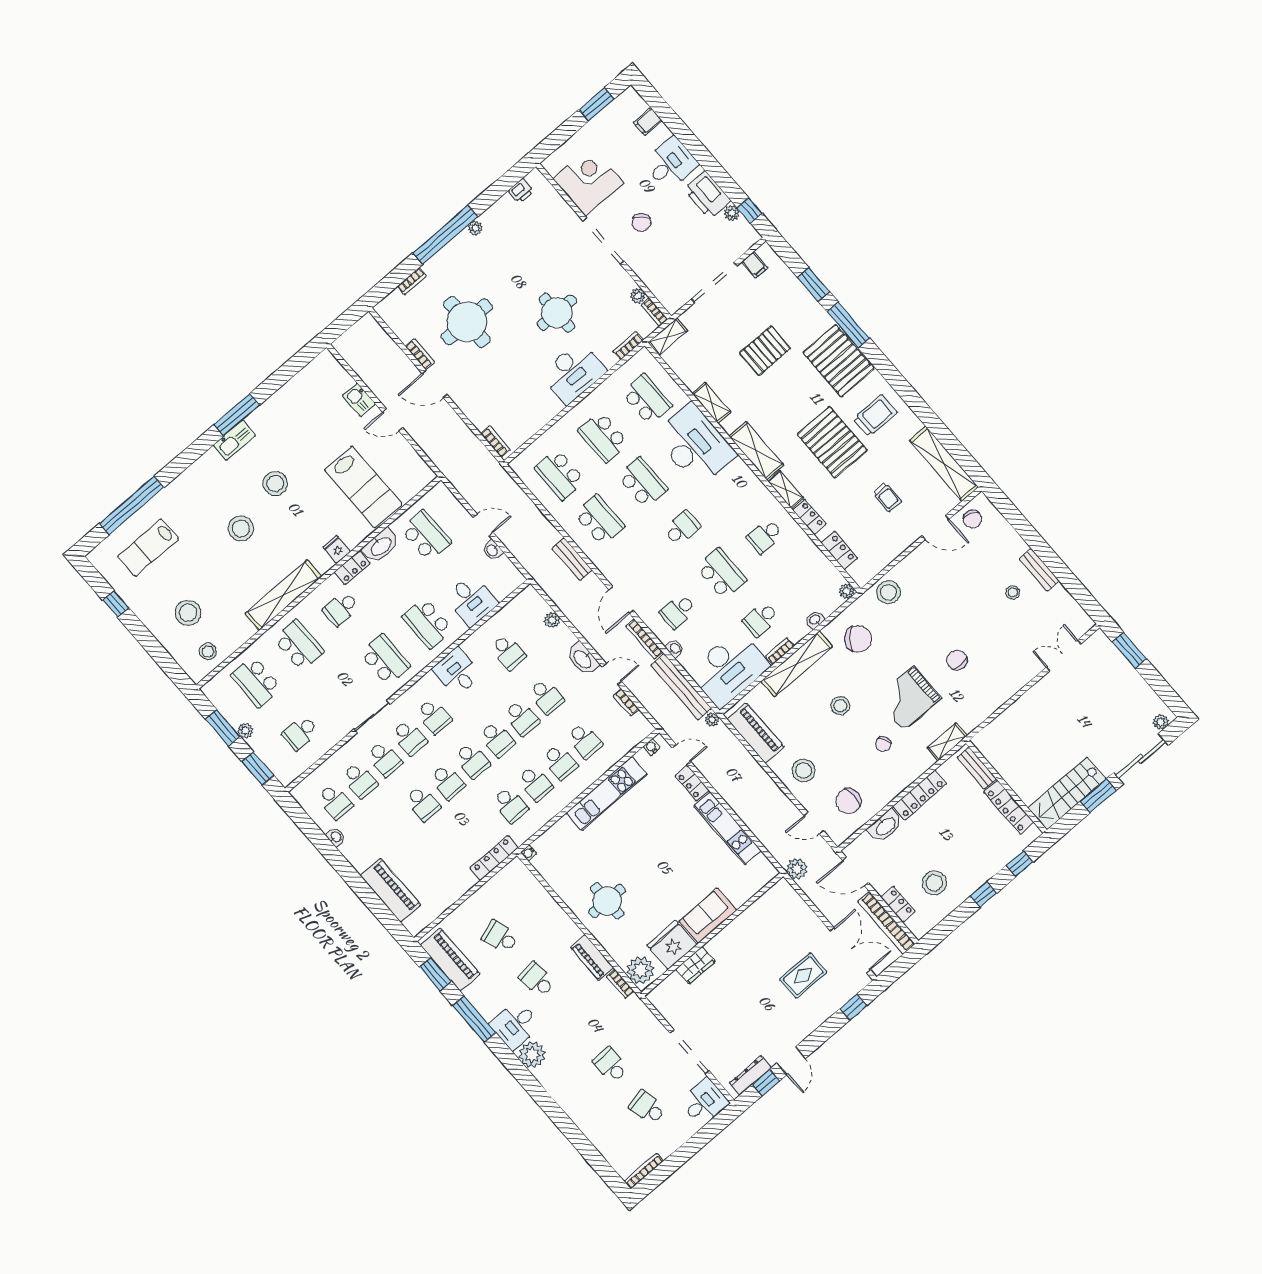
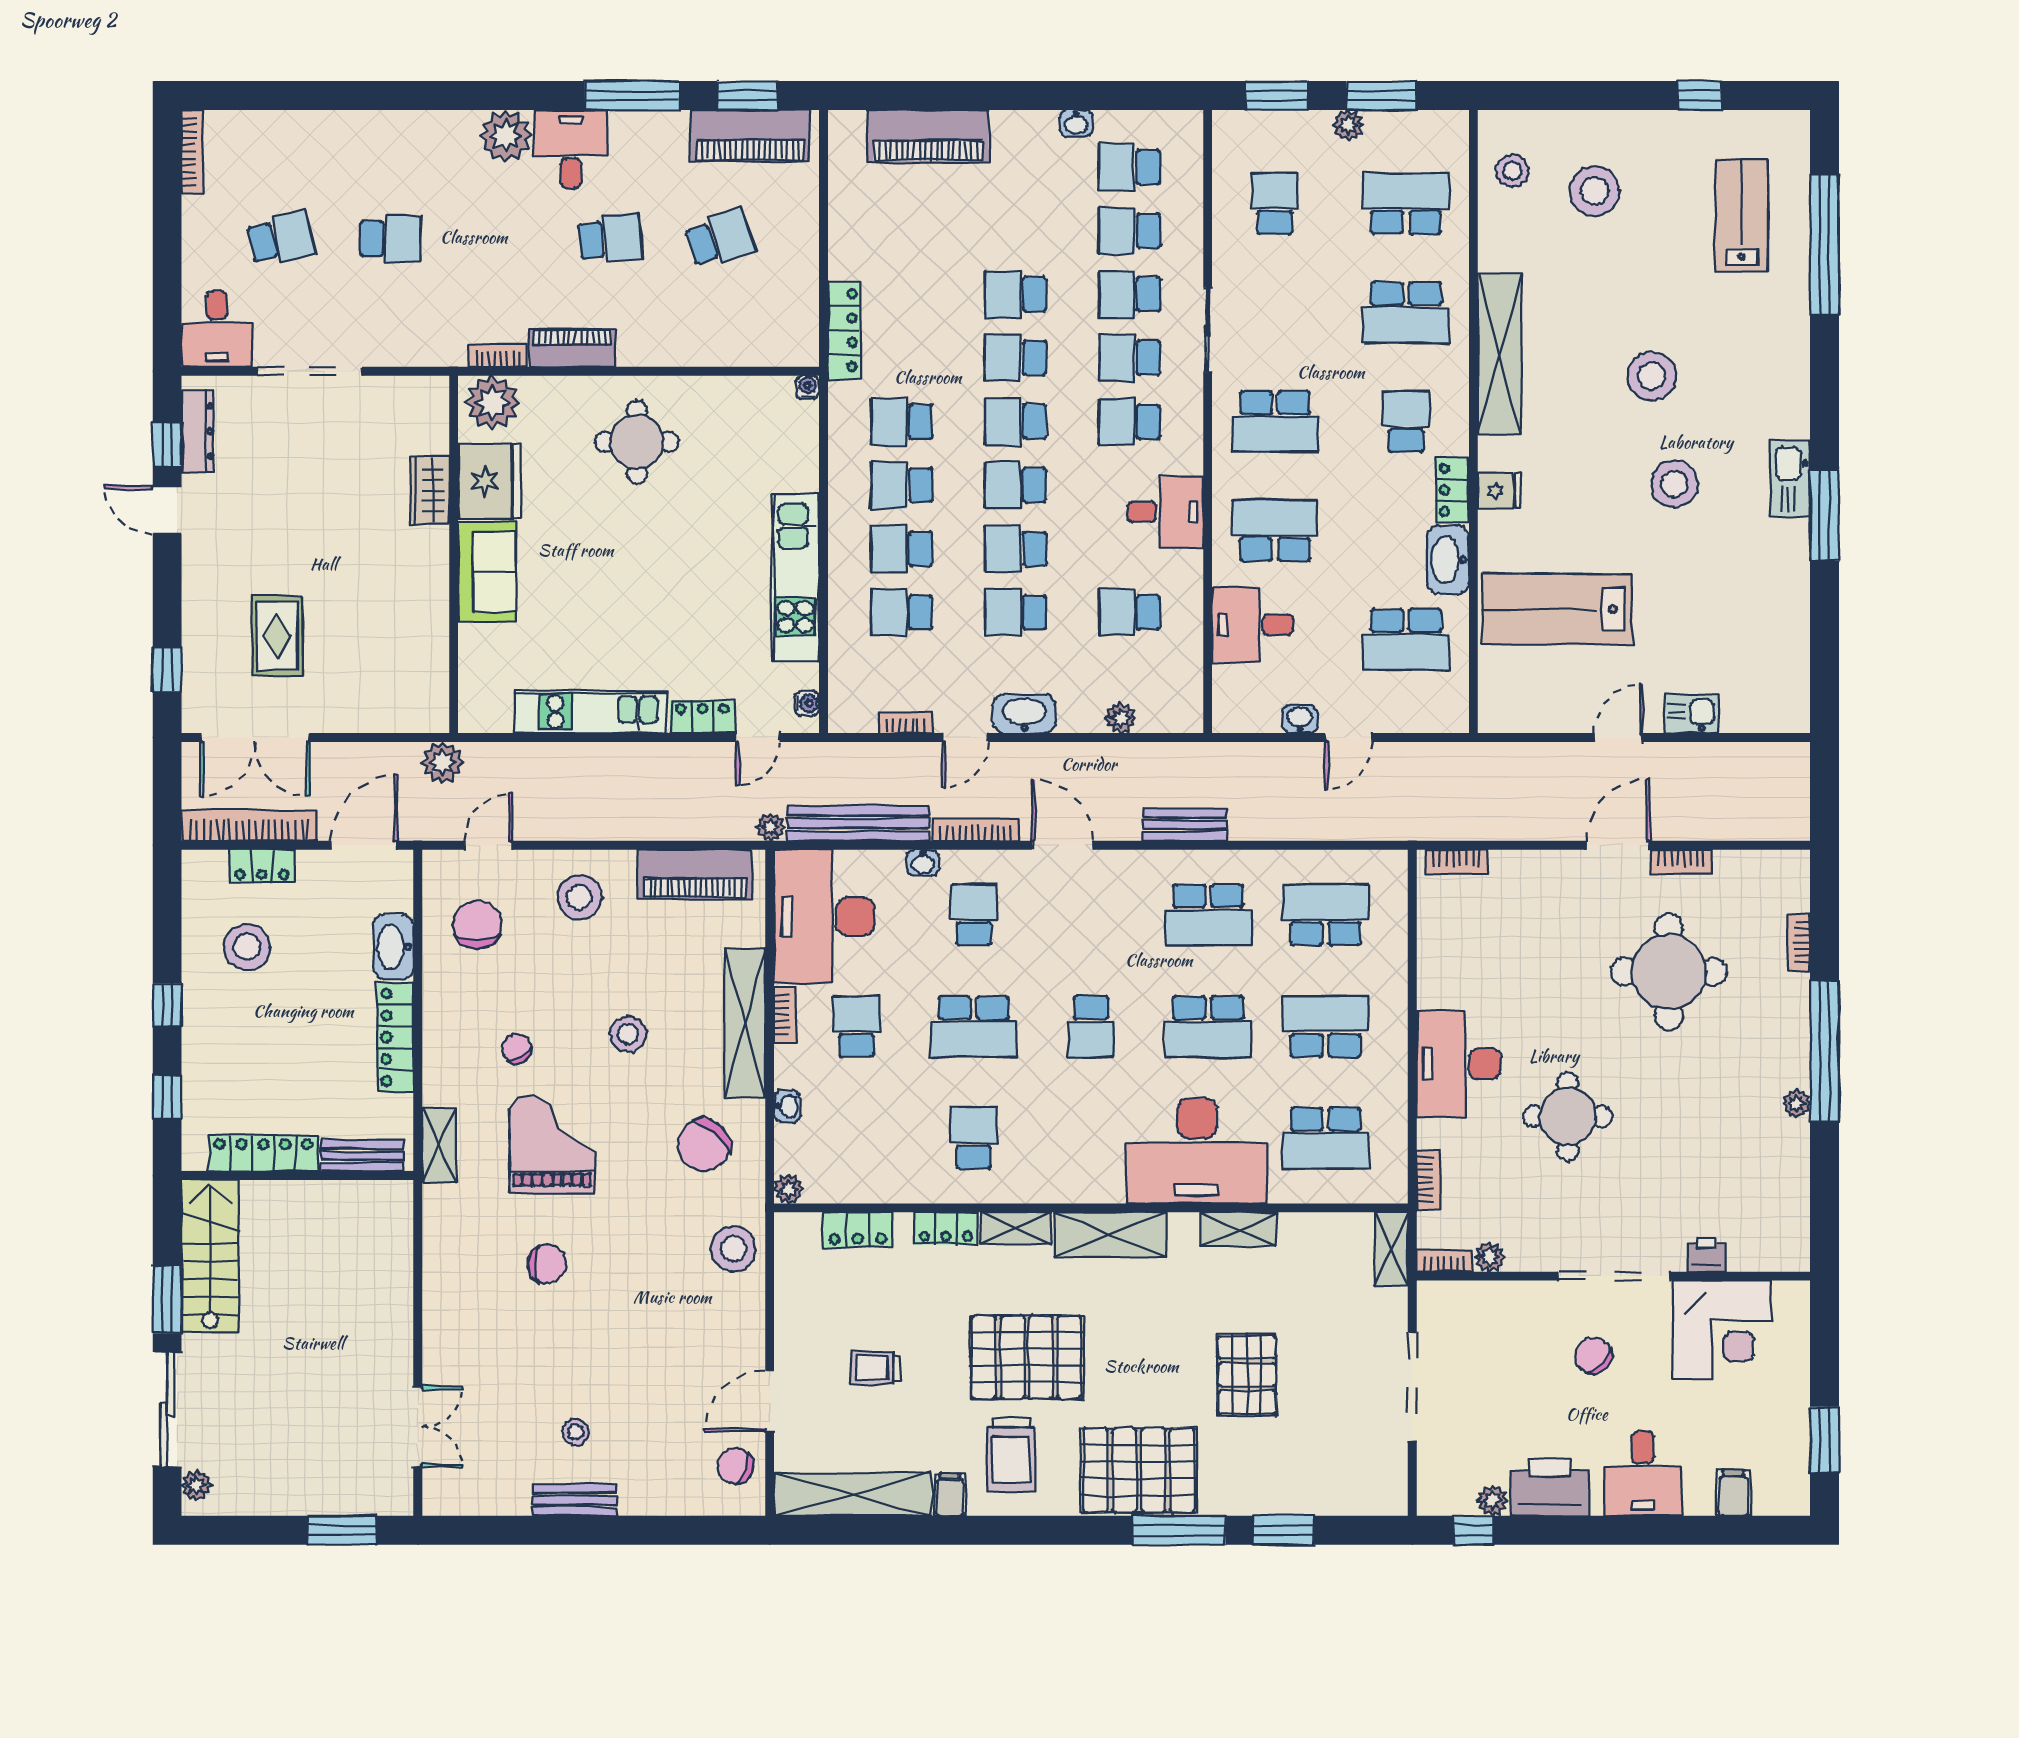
printer: (521, 191) -> (1707, 1255), moved, turned 90
filing cabinet: (755, 265) -> (950, 1495), moved, turned 90

